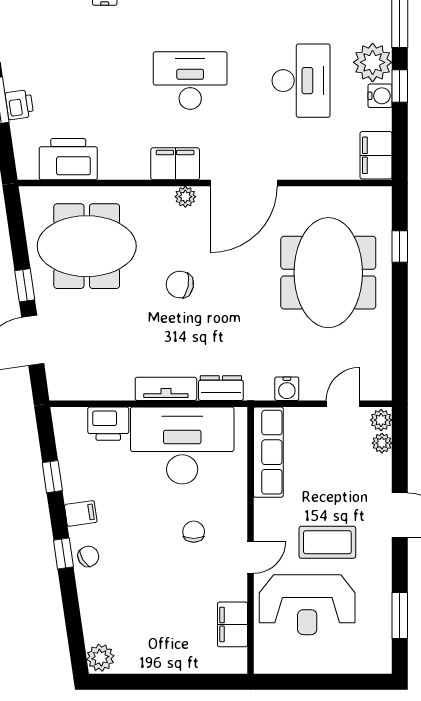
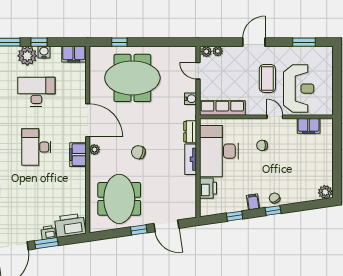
printer: (68, 159) -> (70, 225), moved, turned 82
chair: (180, 285) -> (138, 152), turned 95

